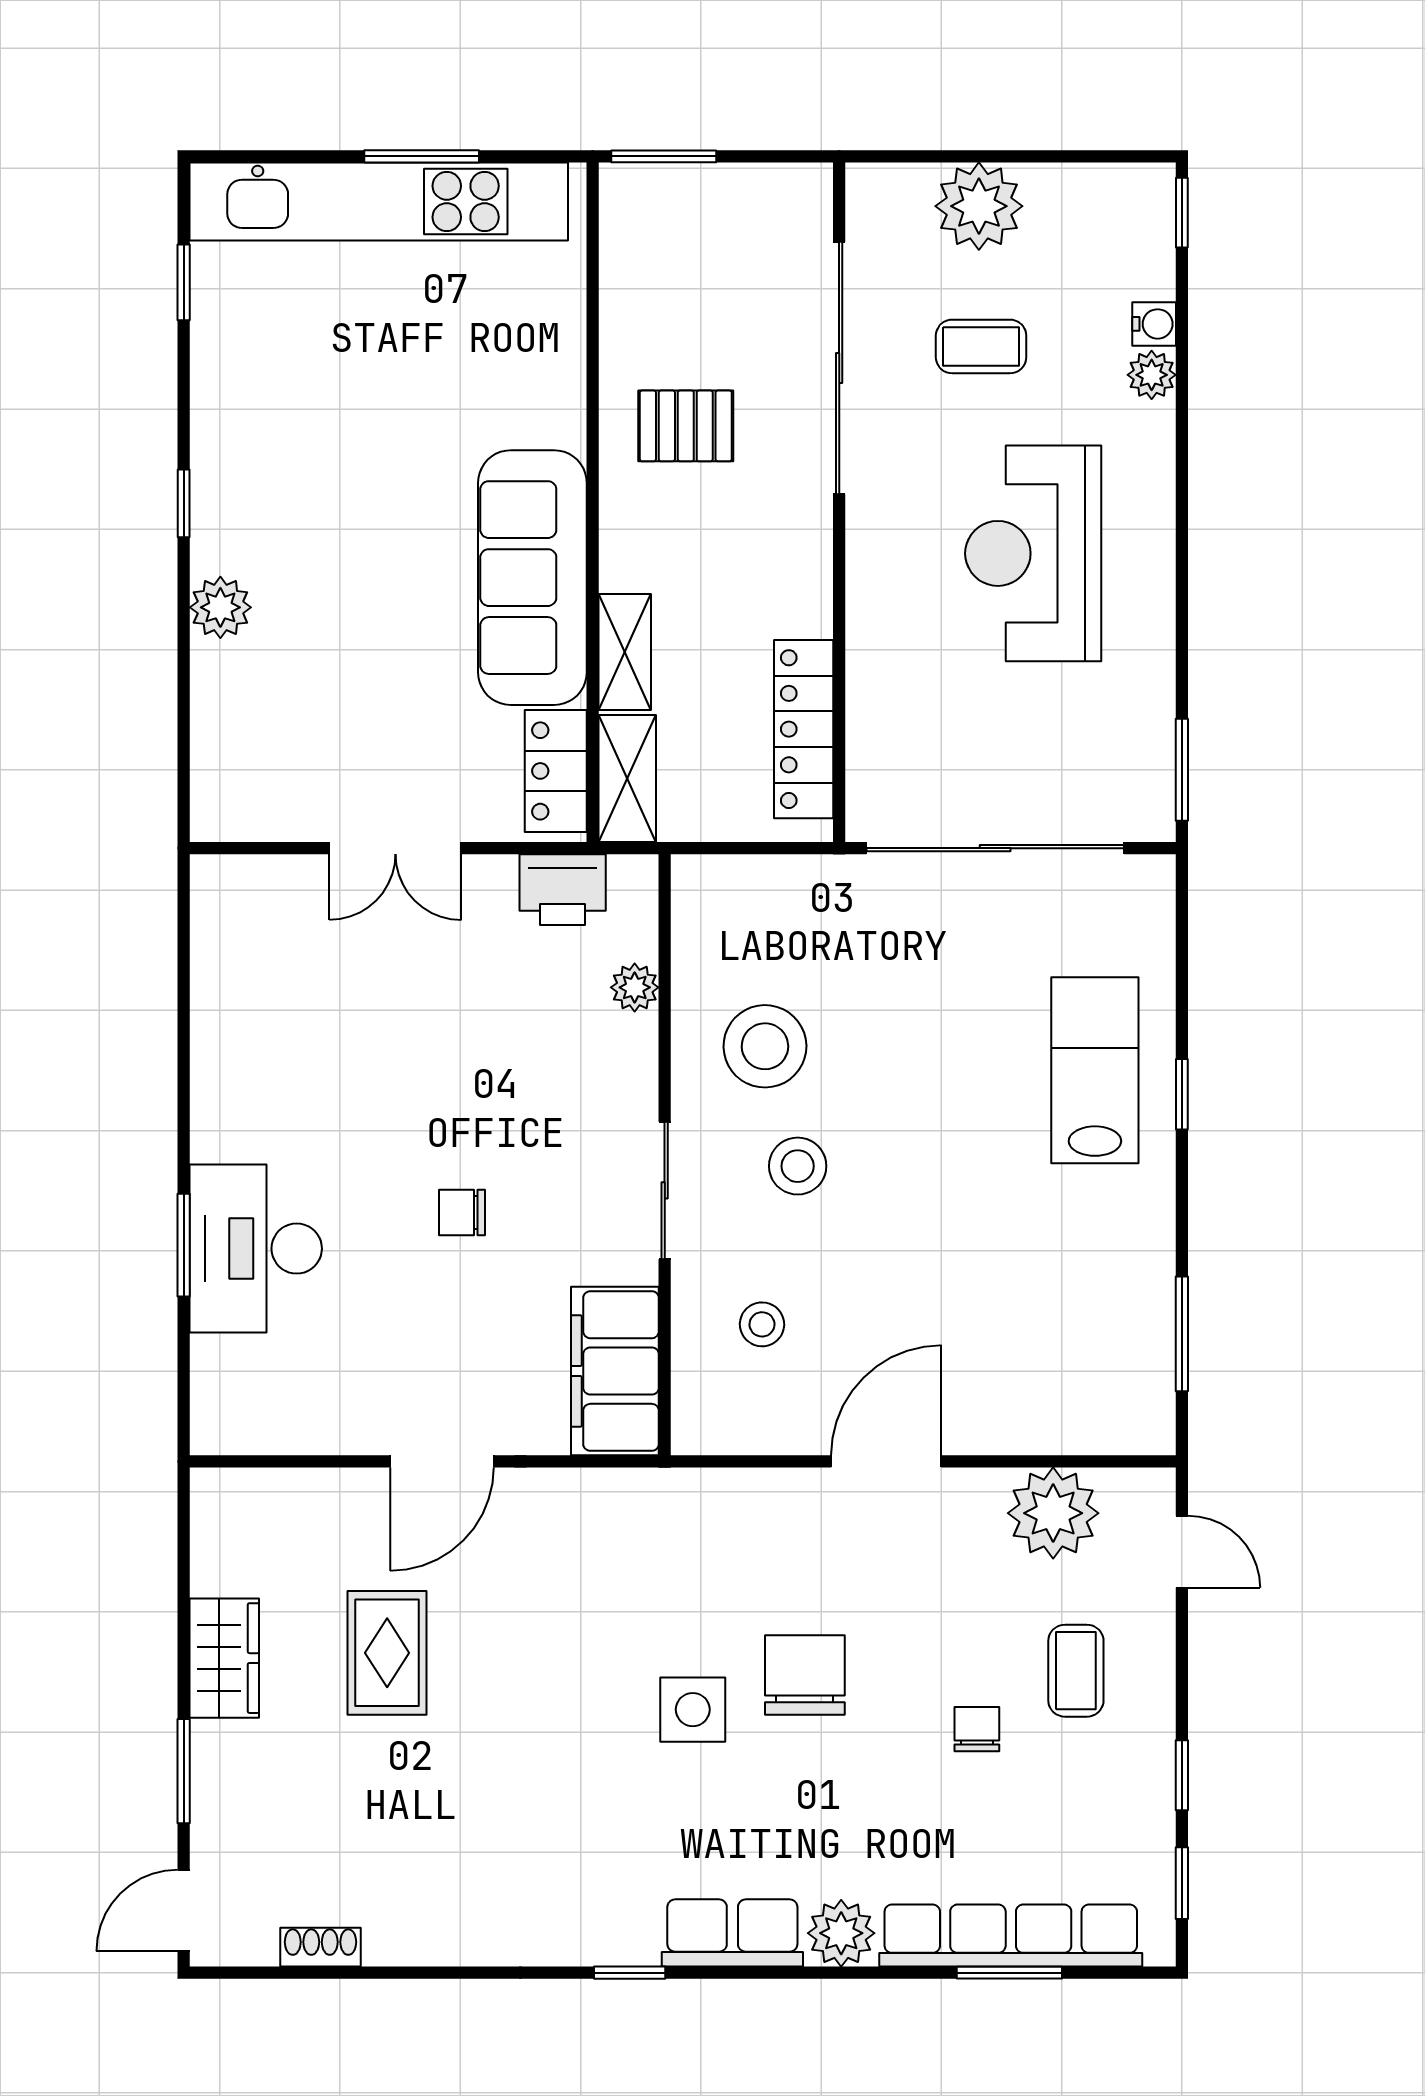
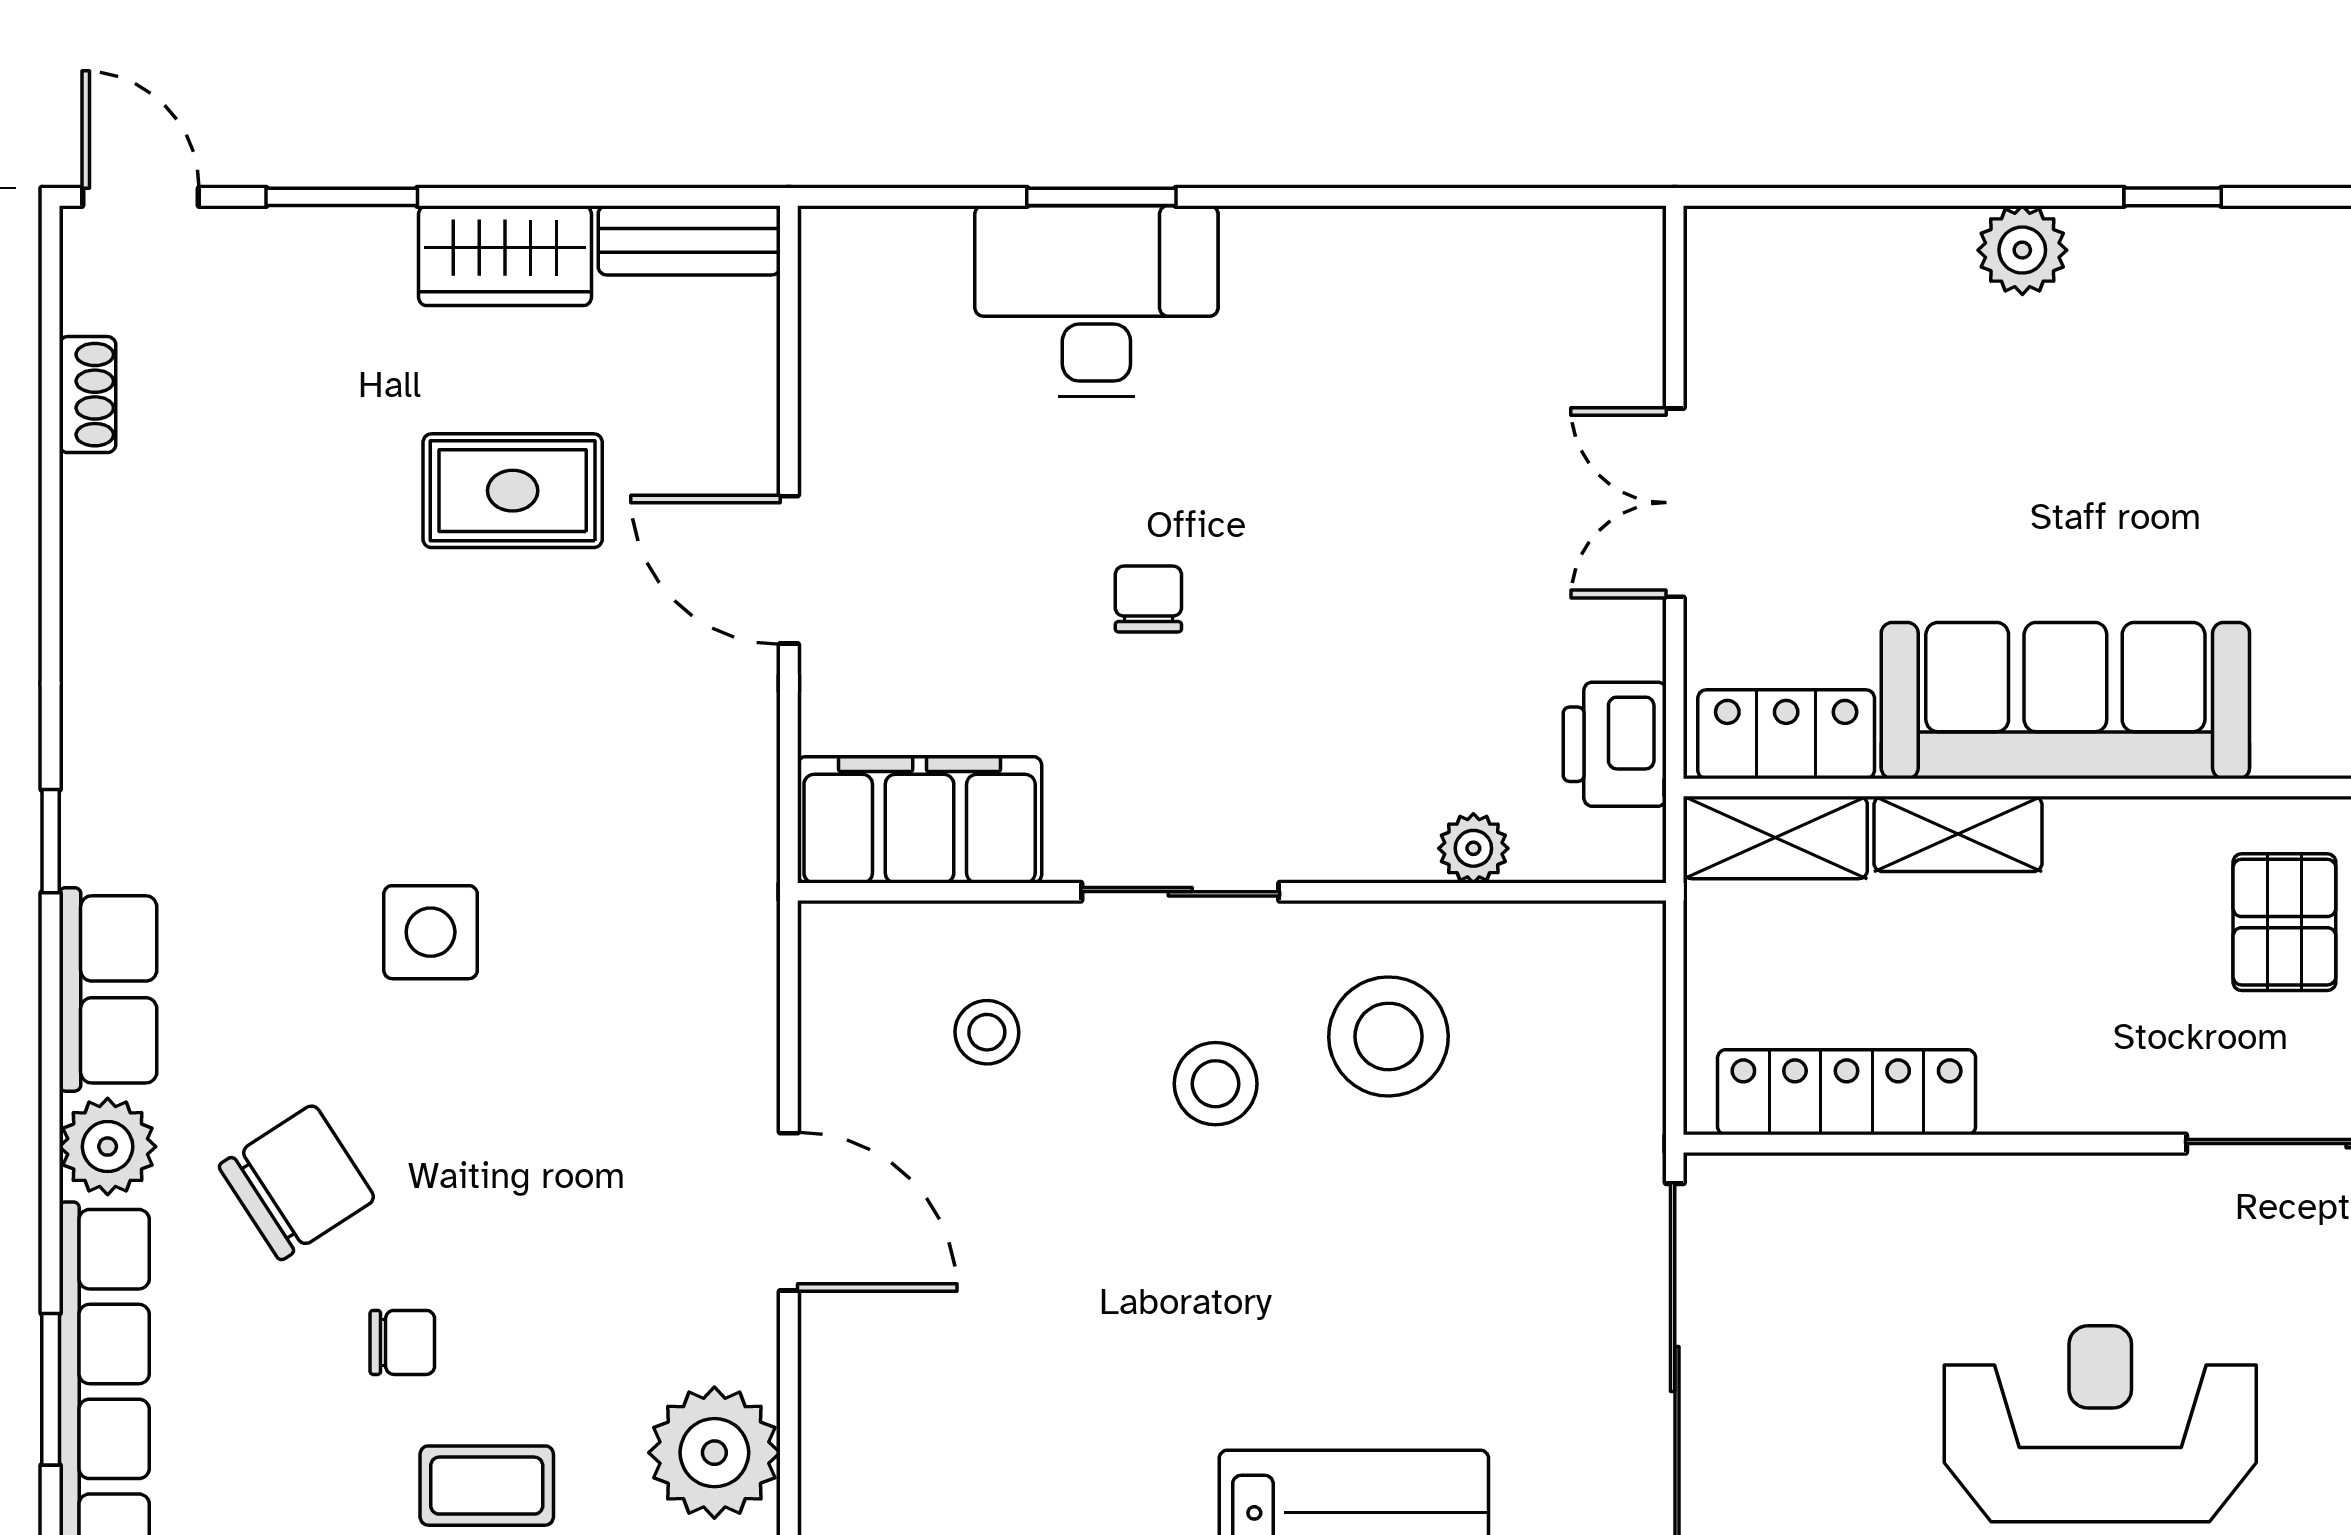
bench: (214, 1530) -> (689, 240), added
chair: (805, 1675) -> (297, 1182), moved, turned -33

